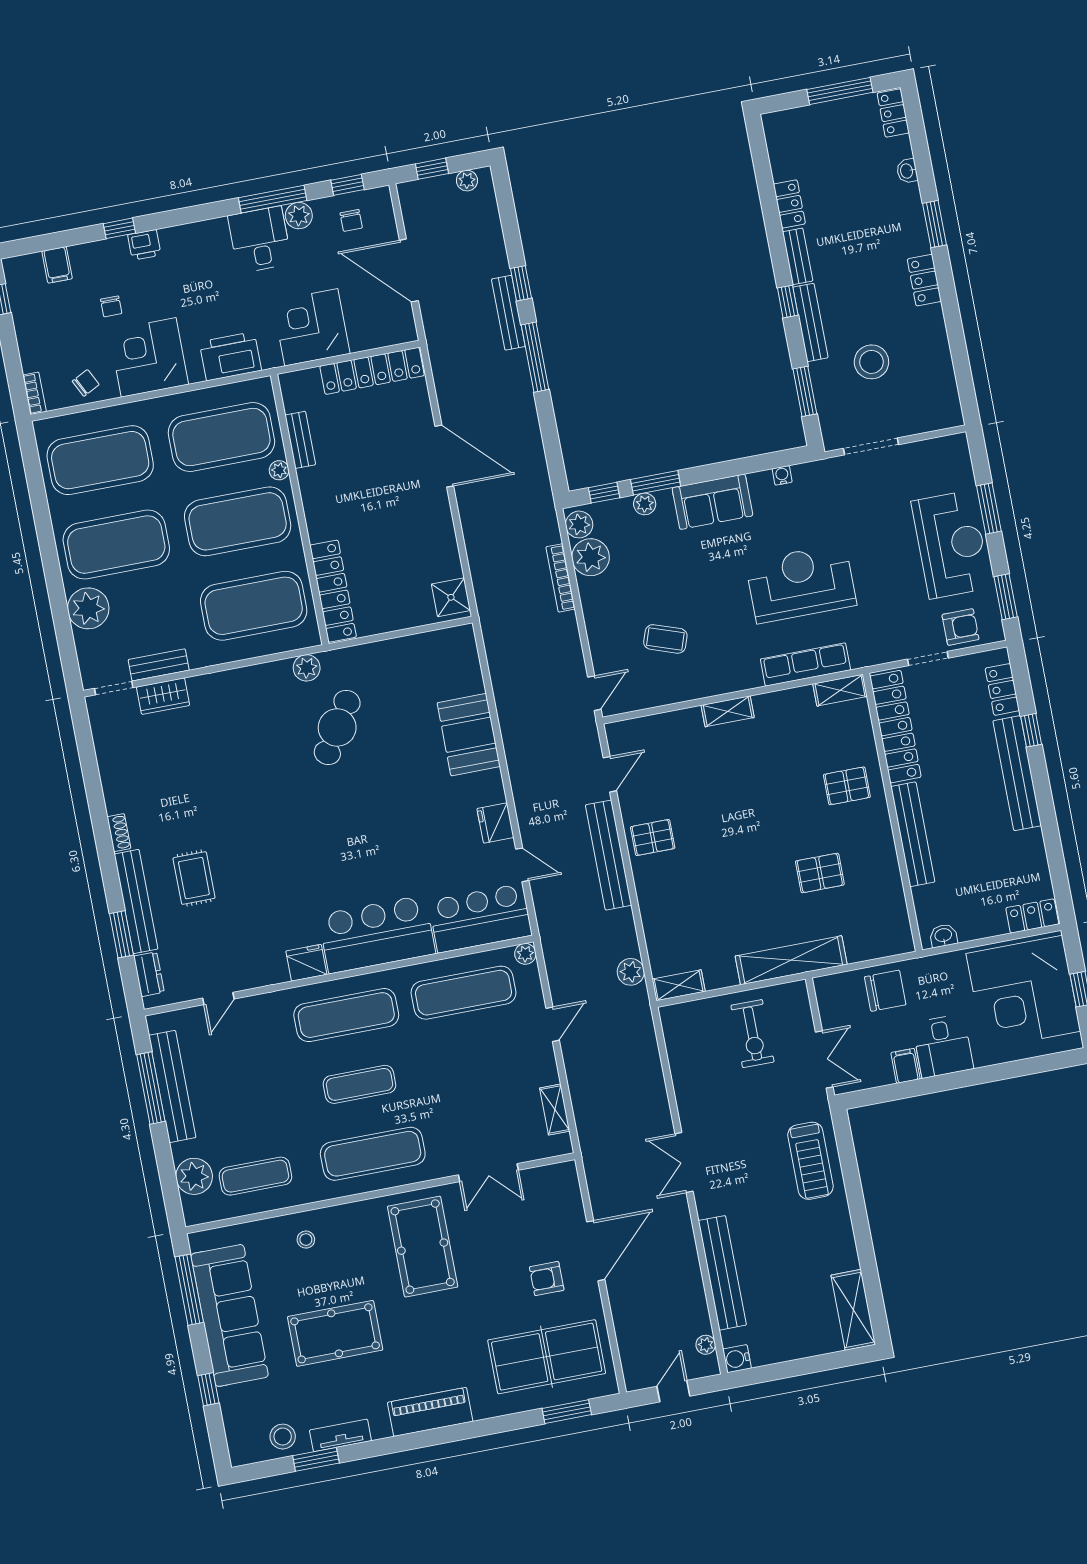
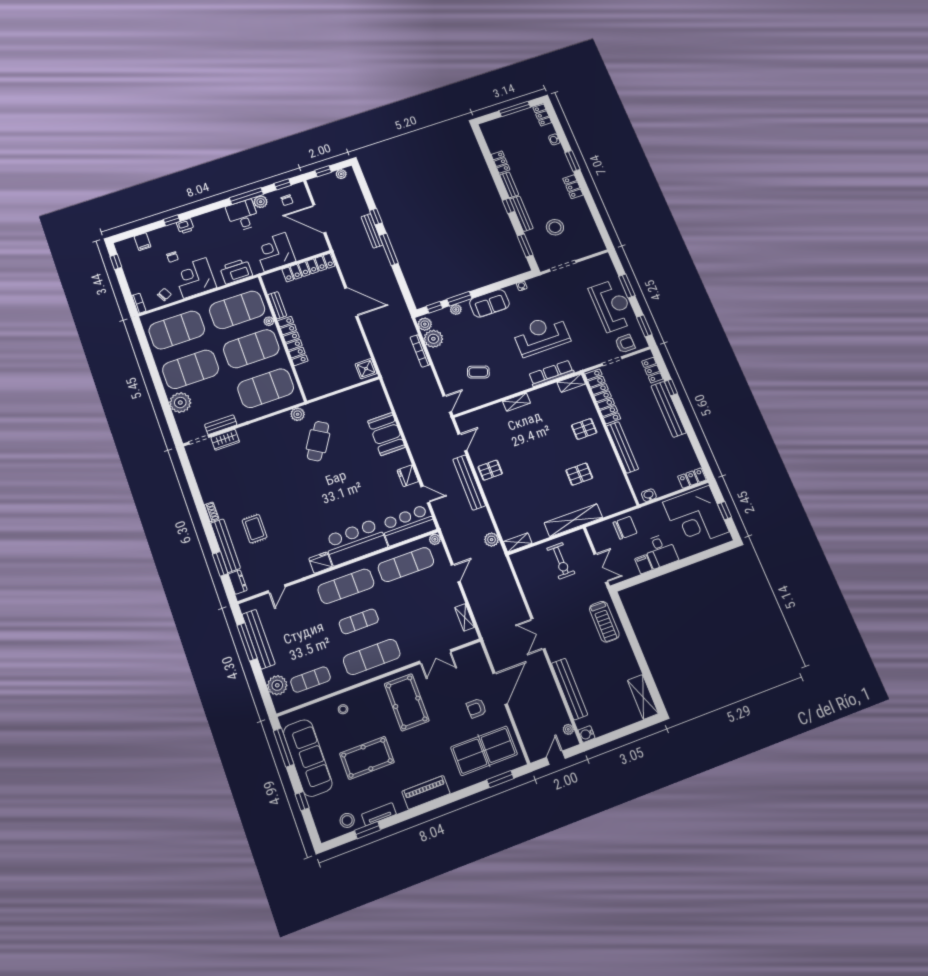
locker: (333, 591) -> (293, 341), moved

